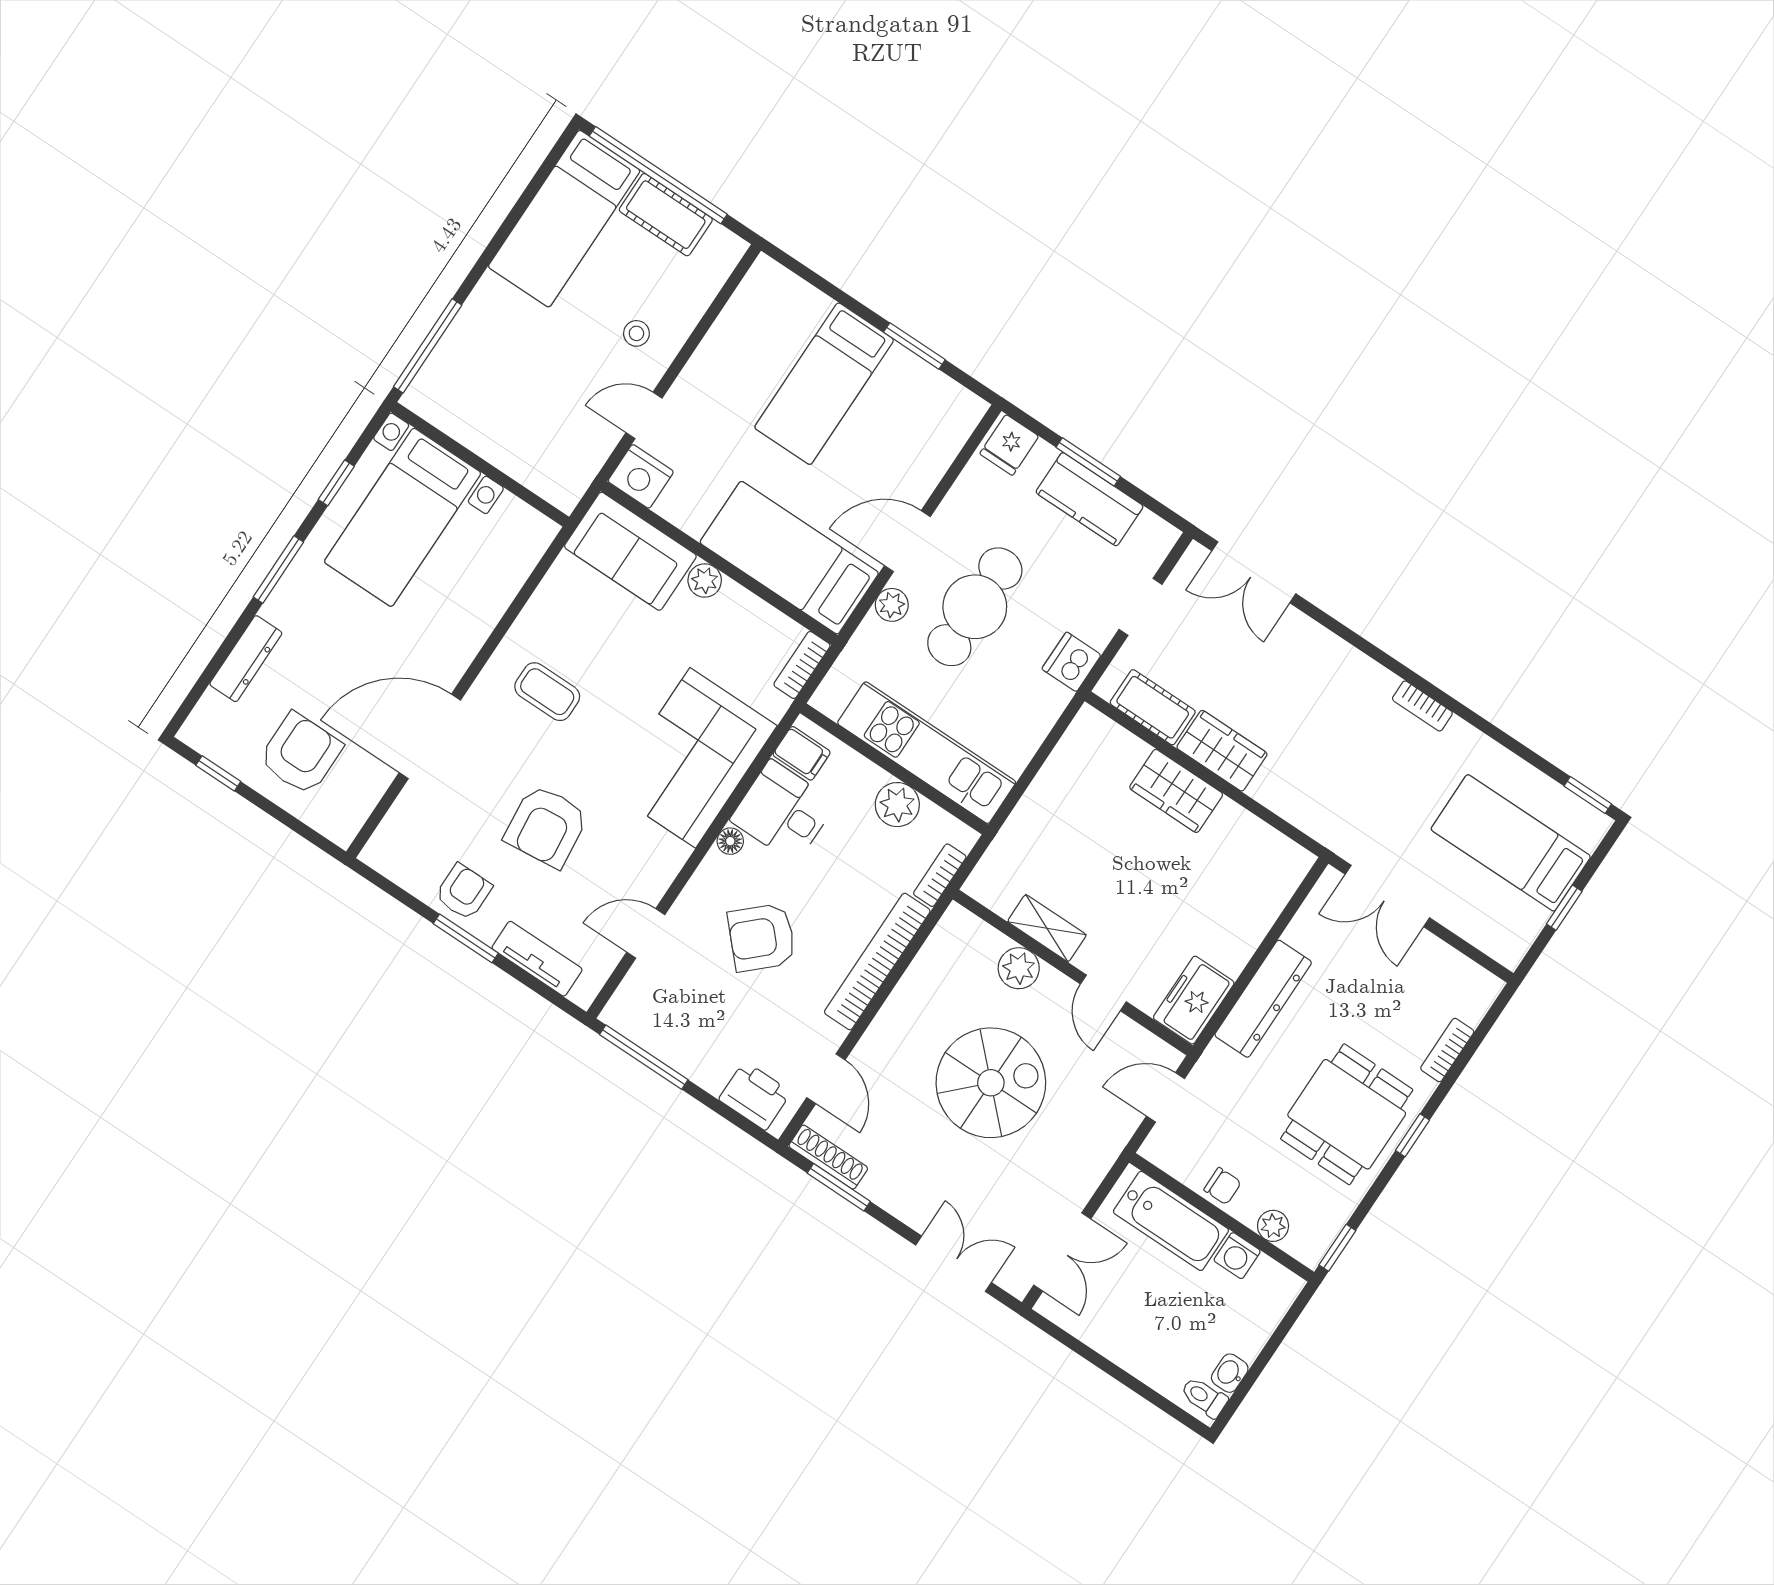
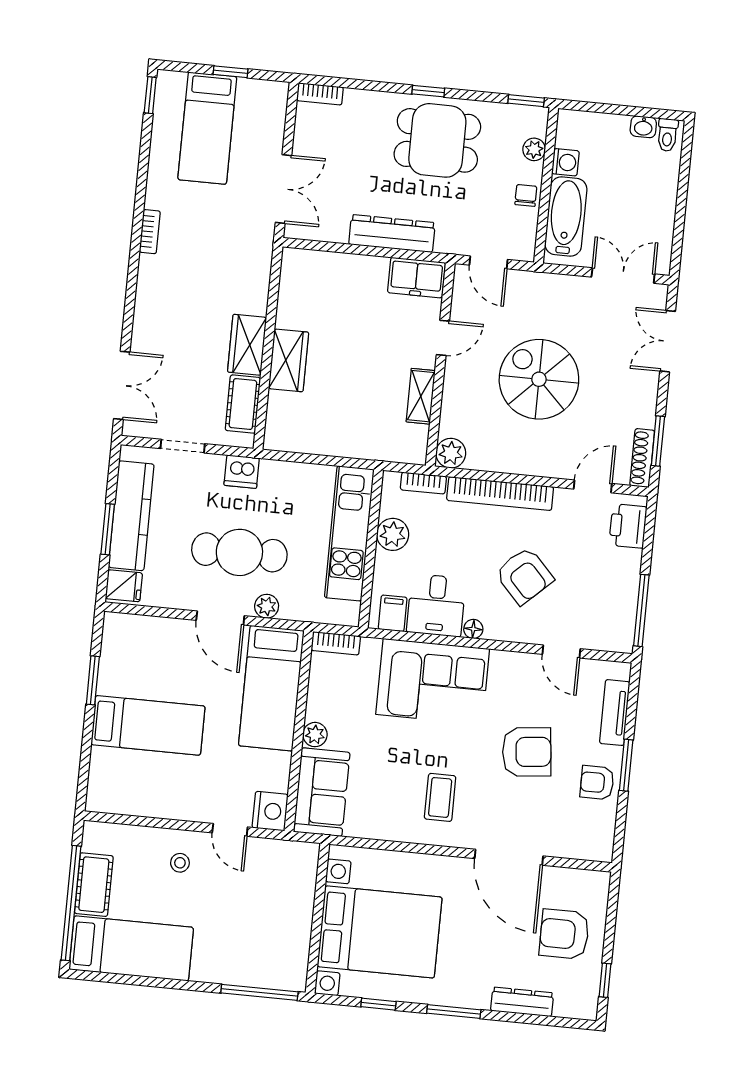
kitchen counter: (1089, 499) -> (131, 516), width x1.50
bed with nightstands: (403, 517) -> (380, 932), width x1.36
plant: (1019, 968) -> (451, 453), moved
bookcase: (1447, 1050) -> (320, 94), moved

